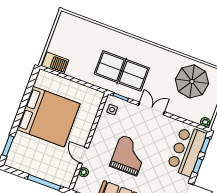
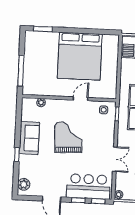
double door: (152, 108) -> (115, 159), moved
door: (83, 155) -> (81, 99), moved
grand piano: (129, 155) -> (68, 137), turned -93

